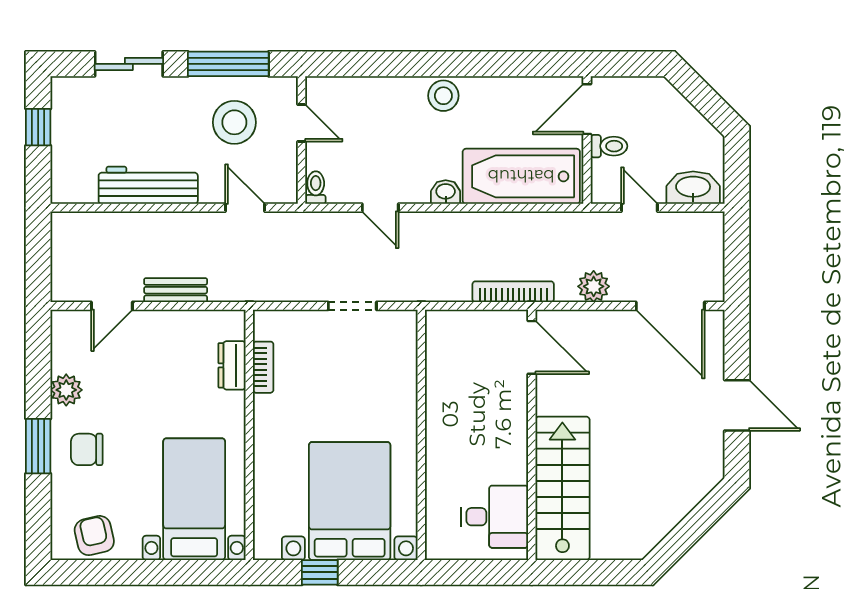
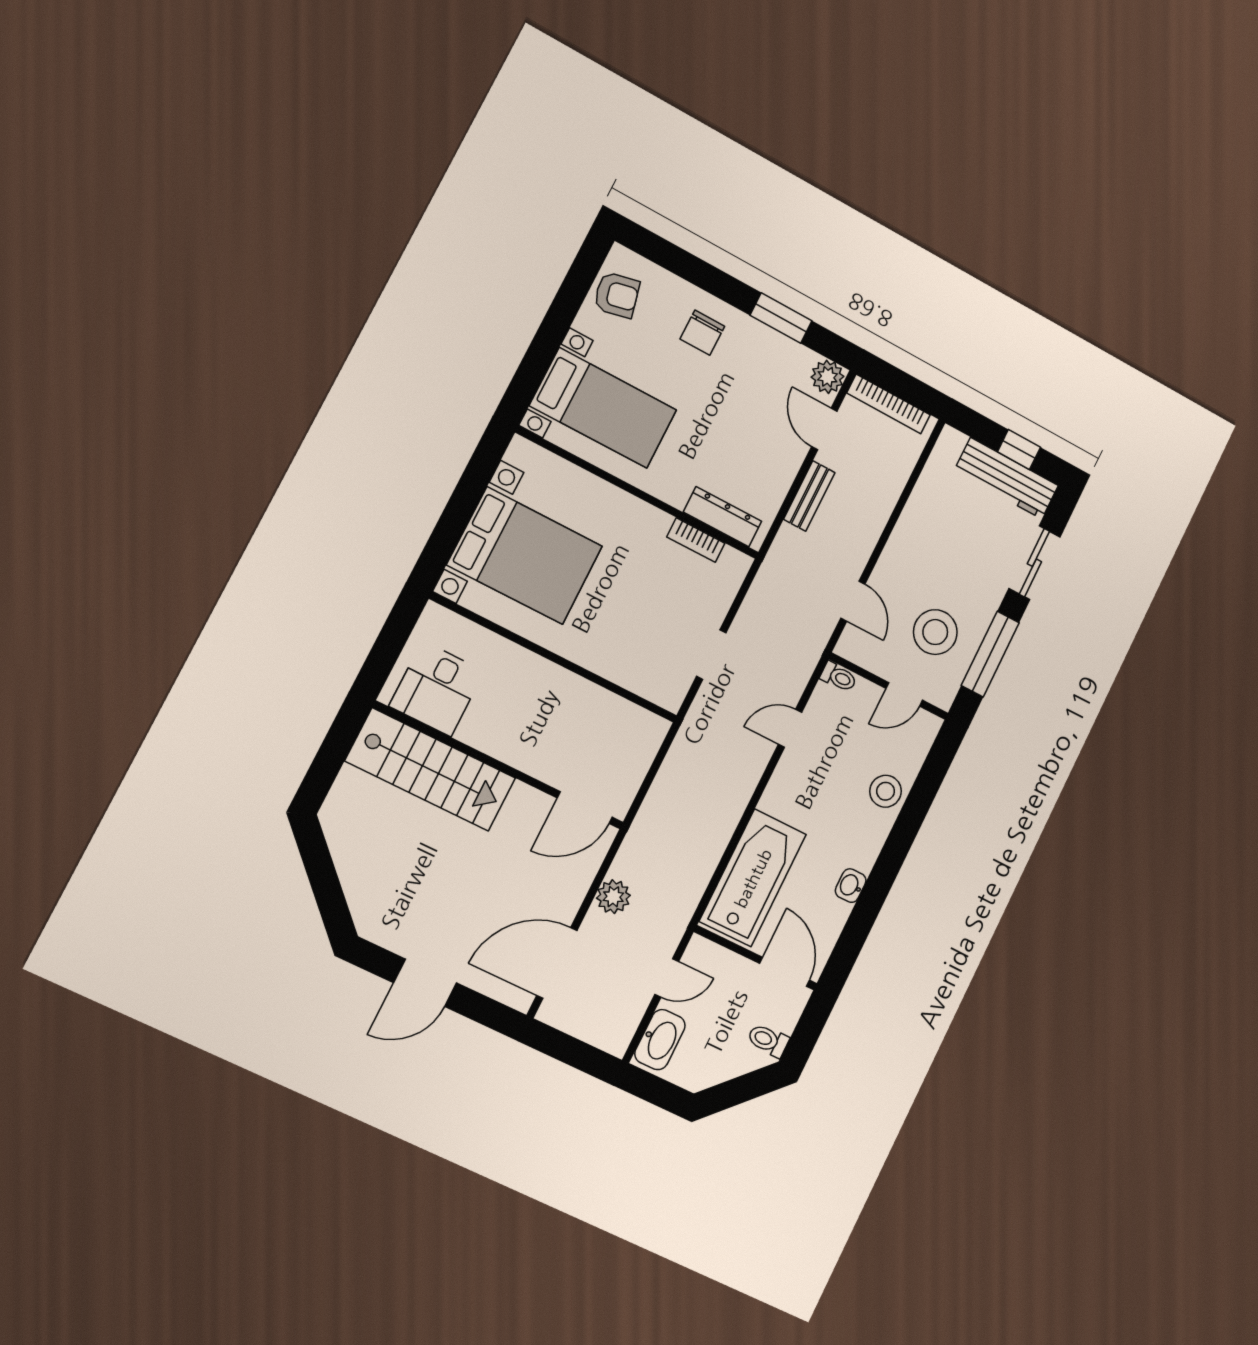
stool: (443, 96) -> (886, 791), moved
toilet: (609, 146) -> (768, 1040), moved, turned 90
workbench: (148, 185) -> (1006, 478), moved, turned 90
washbasin: (446, 192) -> (851, 886), moved, turned 180
door: (245, 208) -> (853, 601), hinge flipped
bookcase: (513, 292) -> (888, 404), moved, turned 90
dresser: (232, 365) -> (722, 517), width x1.44
plant: (66, 390) -> (828, 377), moved
window: (38, 446) -> (781, 318), moved
chair: (87, 449) -> (702, 333), turned 180
window: (320, 572) -> (470, 490), removed

